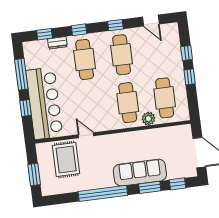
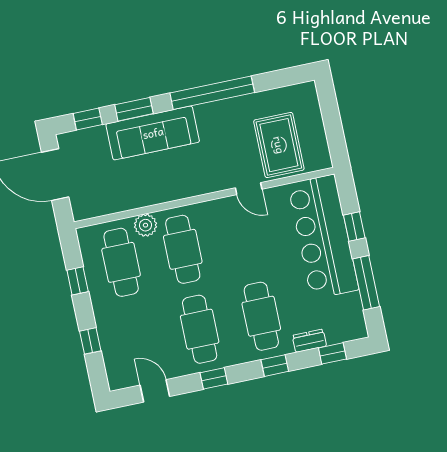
window: (190, 77) -> (78, 281), moved
window: (34, 174) -> (331, 115), removed

